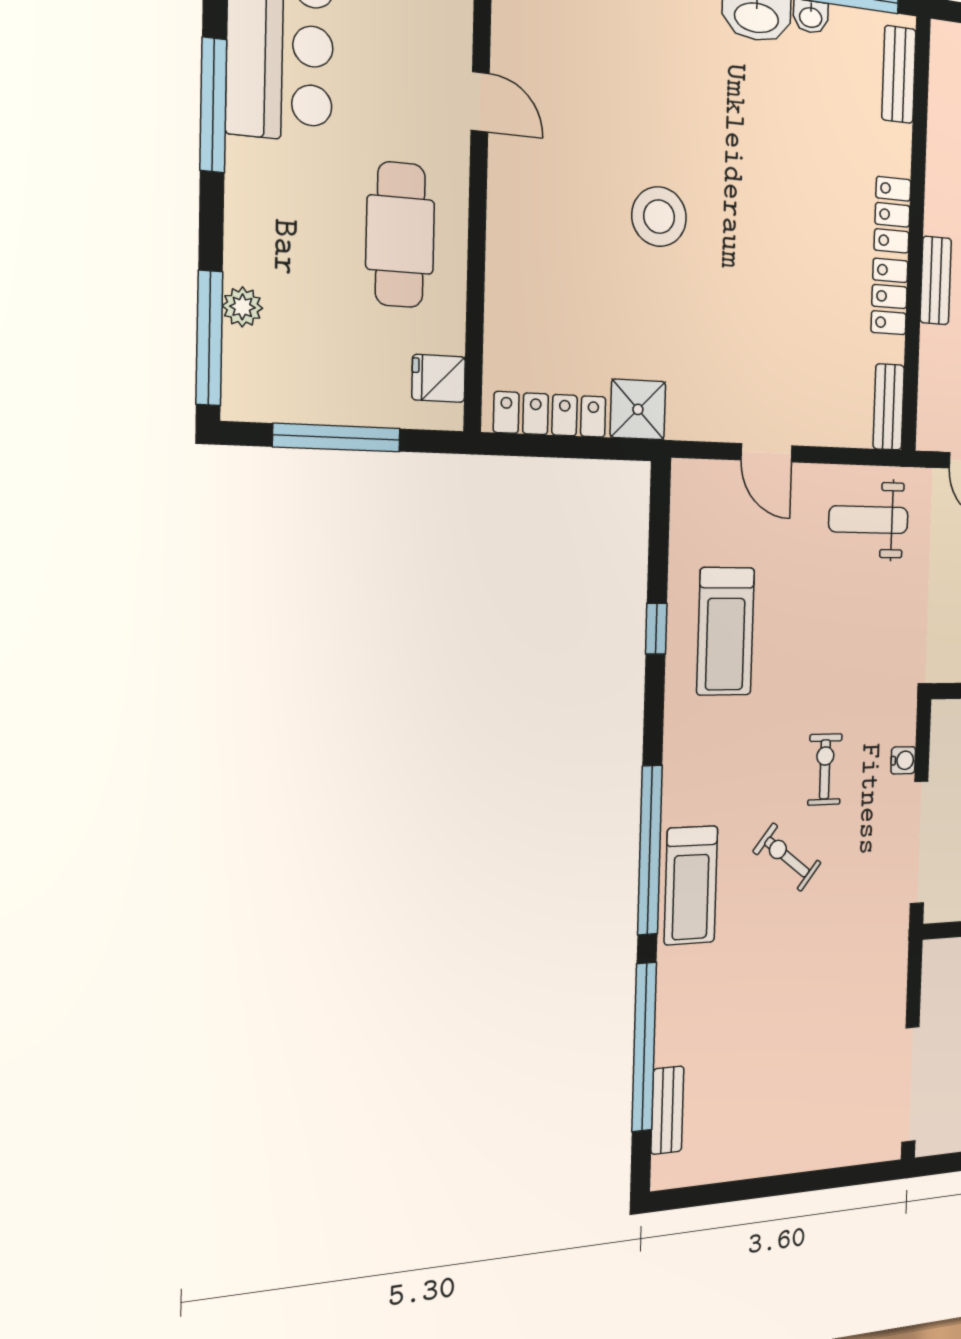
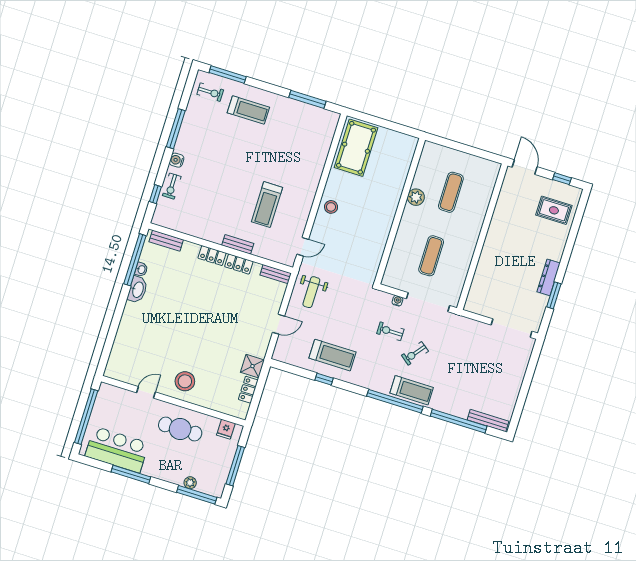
stool: (659, 217) -> (185, 381), moved
locker: (550, 414) -> (248, 390), width x0.66
bench: (667, 1110) -> (488, 421), width x1.36

